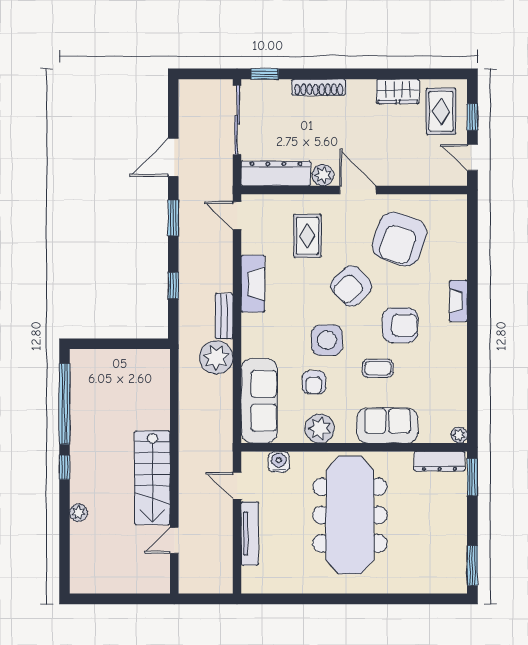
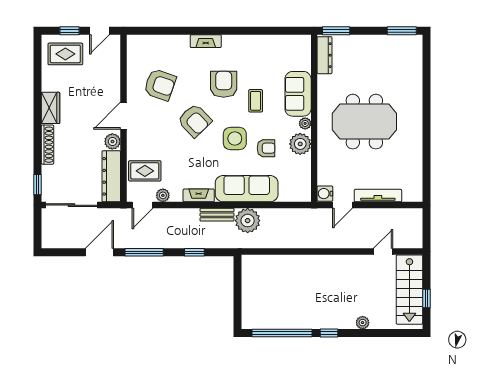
wardrobe: (398, 91) -> (51, 108), moved
door: (173, 157) -> (99, 252), swing flipped
window: (173, 218) -> (144, 252), width x1.44
rug: (307, 236) -> (145, 171), moved
armchair: (400, 239) -> (160, 85), width x0.73, depth x0.73
plant: (250, 243) -> (163, 195), added
fireplace: (253, 284) -> (199, 195), width x0.73, depth x0.76
sofa: (259, 401) -> (247, 189), moved
plant: (459, 435) -> (305, 123), moved
water cooler: (279, 462) -> (325, 194), moved
stairs: (152, 478) -> (409, 290), moved, turned 90
meeting table: (350, 515) -> (364, 122), width x0.73
door: (174, 540) -> (383, 252), swing flipped
window: (111, 599) -> (426, 298), added

